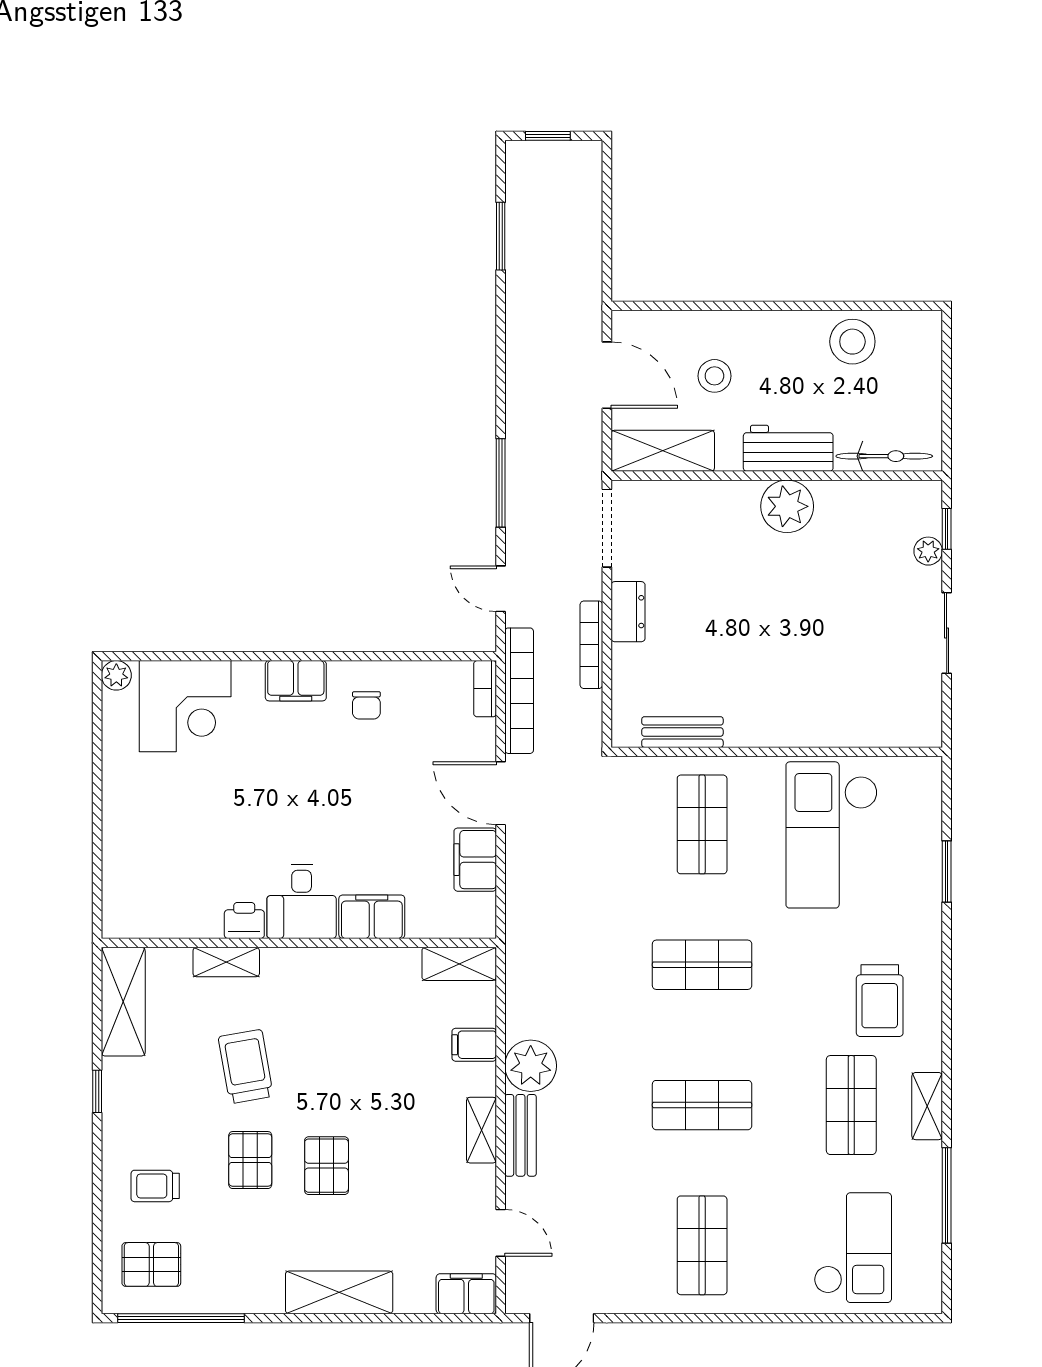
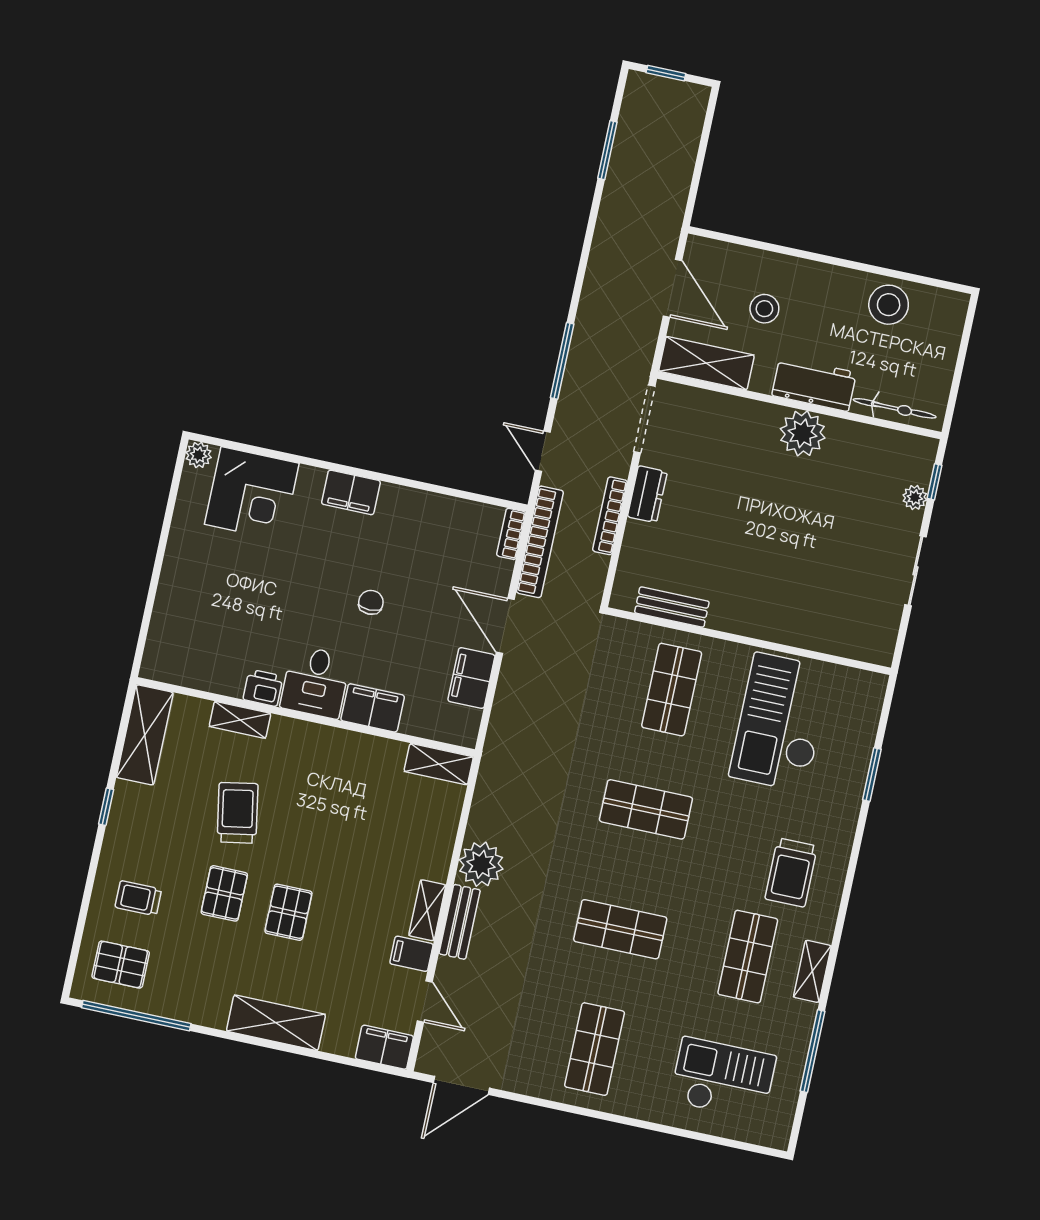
chair: (366, 705) -> (371, 602), moved, turned 180
filing cabinet: (474, 1045) -> (411, 954), moved
checkout: (853, 1248) -> (723, 1079), turned -90

